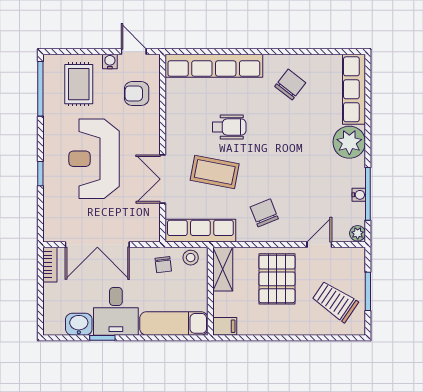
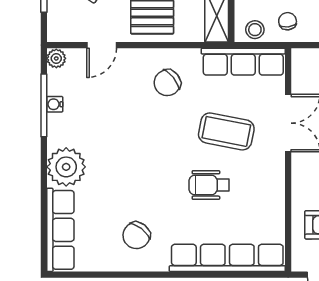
chair: (264, 213) -> (167, 83), turned 73

